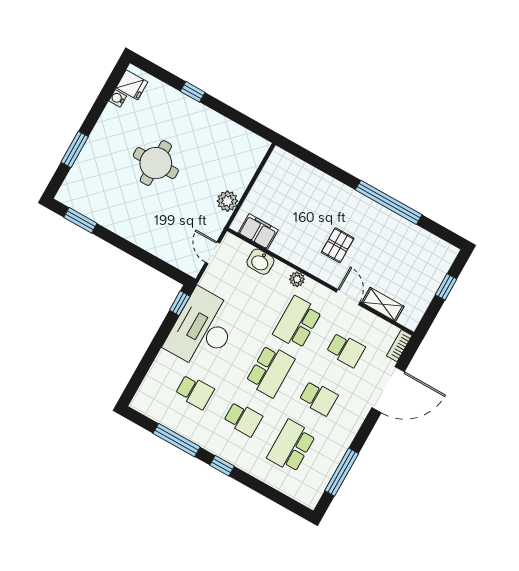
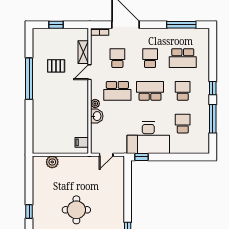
plant: (227, 201) -> (52, 162), moved
filing cabinet: (258, 231) -> (82, 142), width x0.50
pallet: (338, 245) -> (56, 66), moved
washbasin: (260, 262) -> (97, 116), moved

